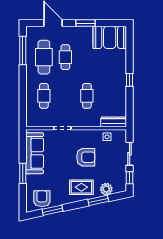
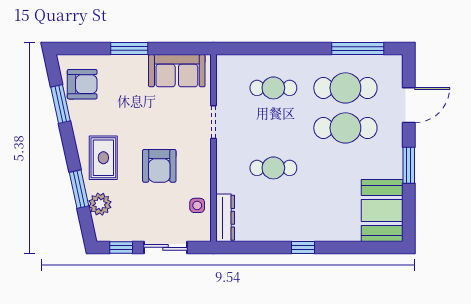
cafe table: (65, 57) -> (345, 128), width x1.37, depth x1.35
sofa: (35, 153) -> (177, 71), width x0.73

